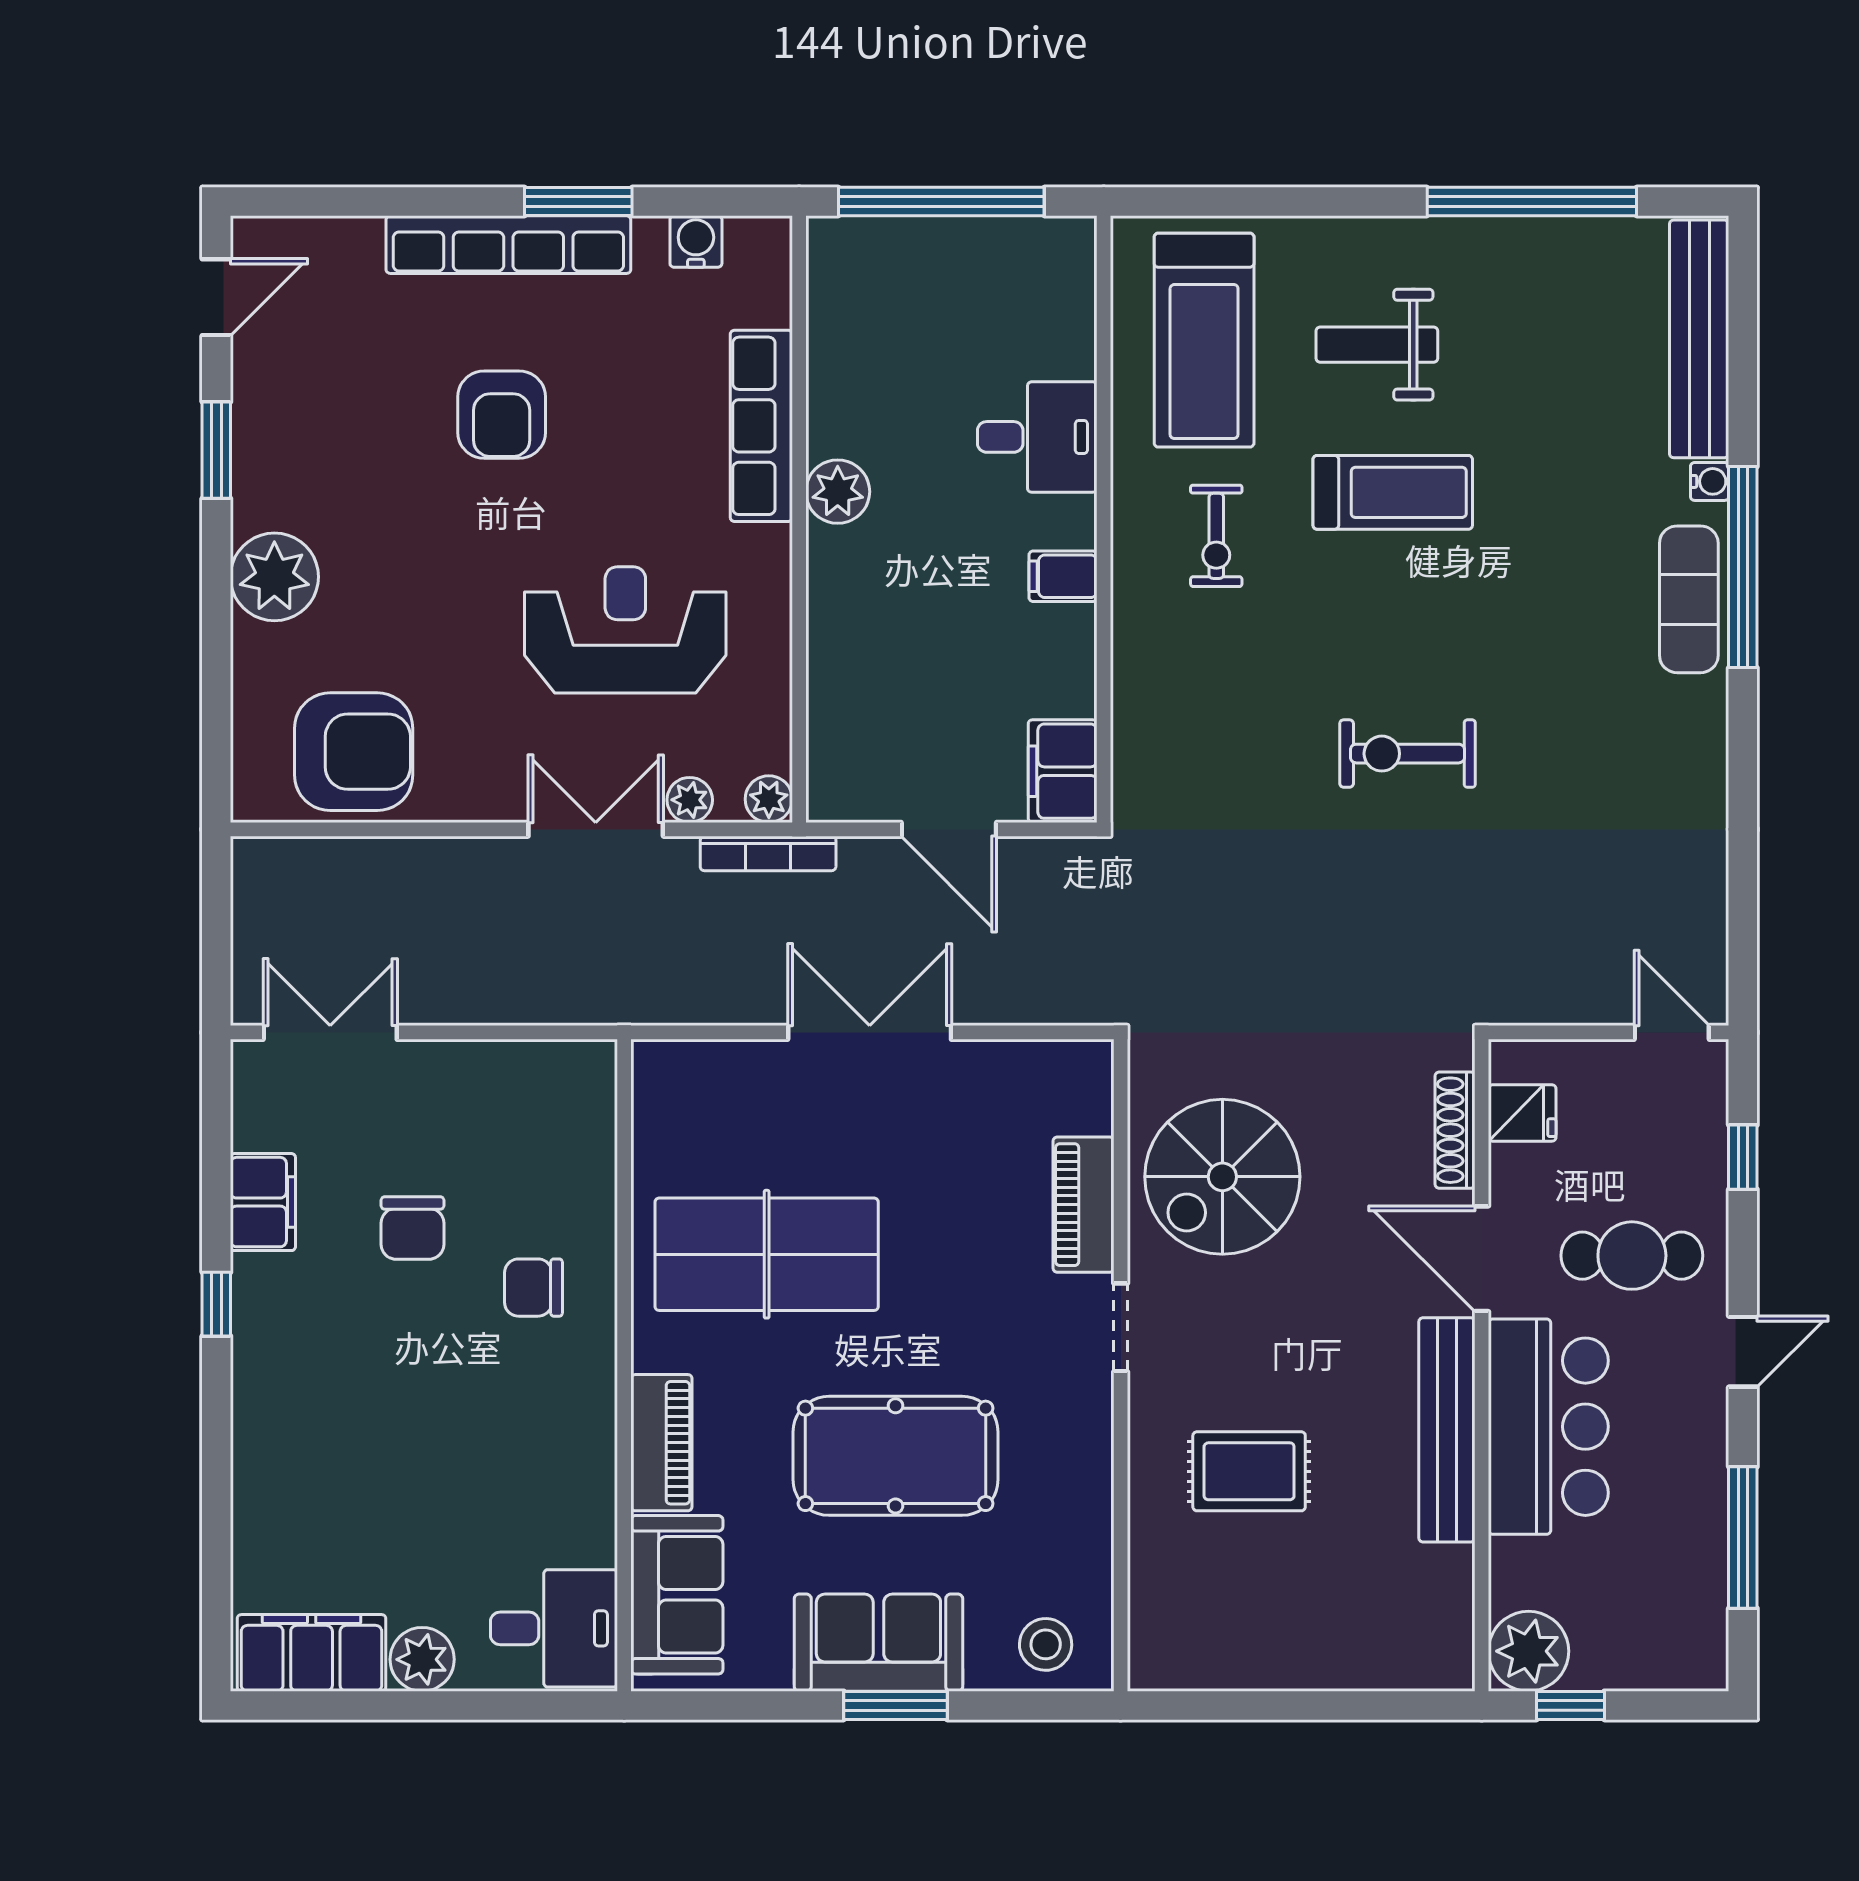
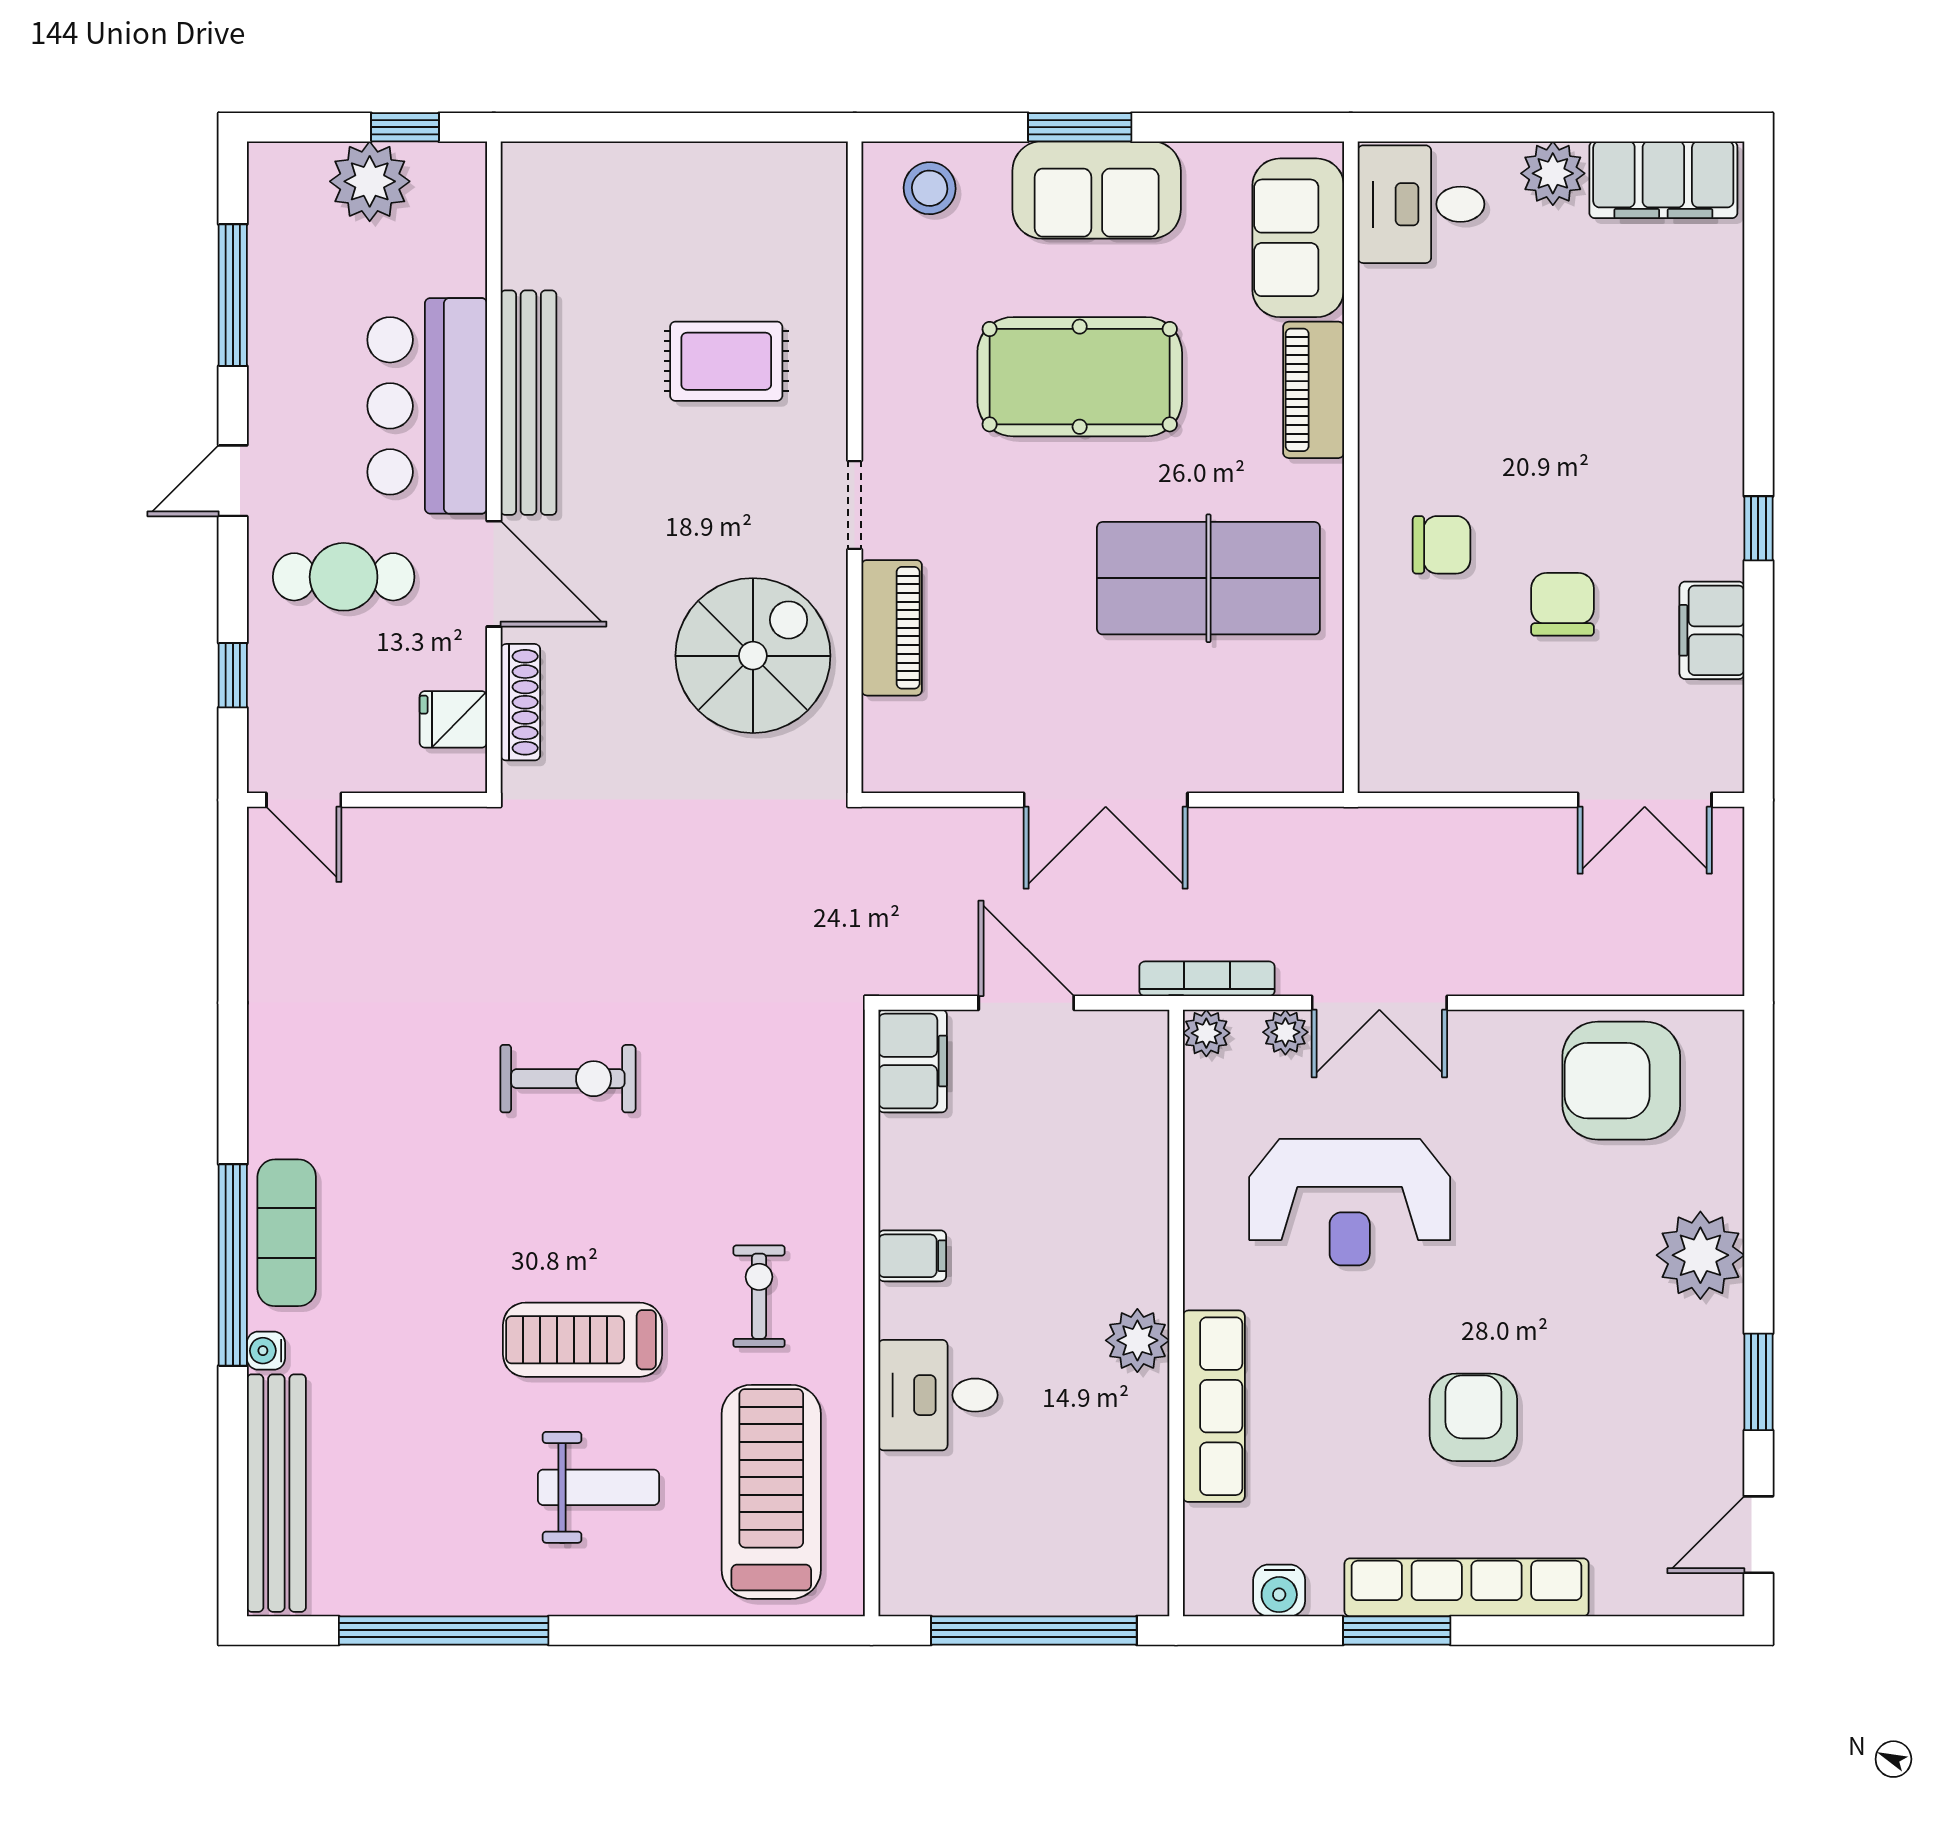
plant: (1529, 1651) -> (370, 181), moved

